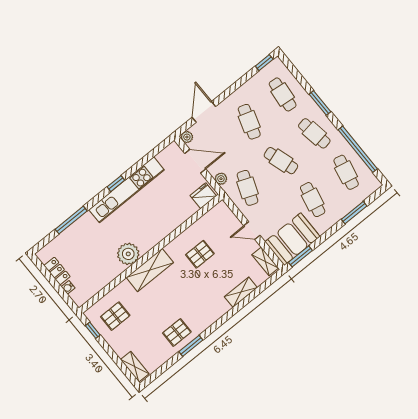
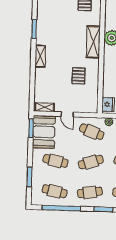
door: (252, 231) -> (67, 114), swing flipped
shelving: (241, 292) -> (40, 56), moved
pallet: (177, 332) -> (48, 28), removed

